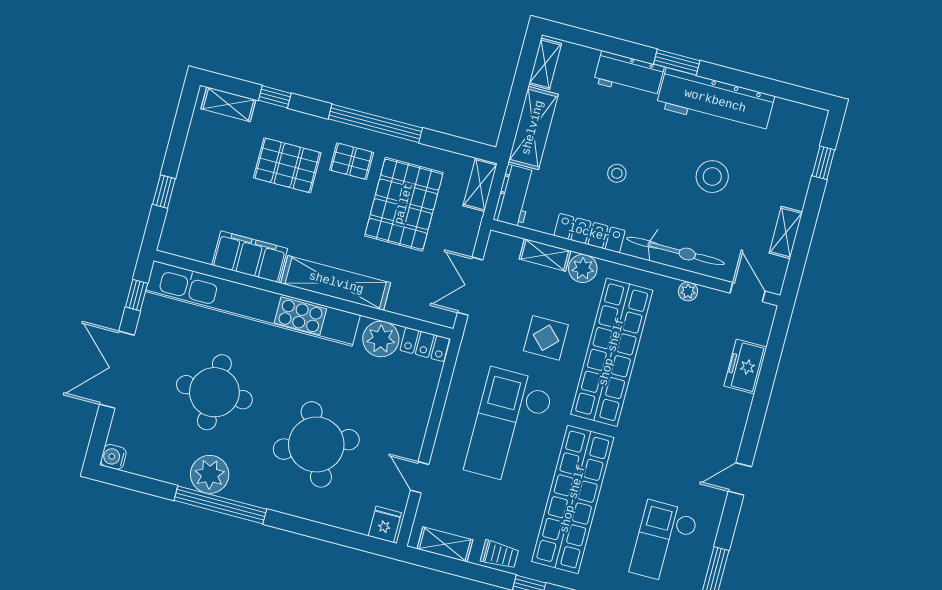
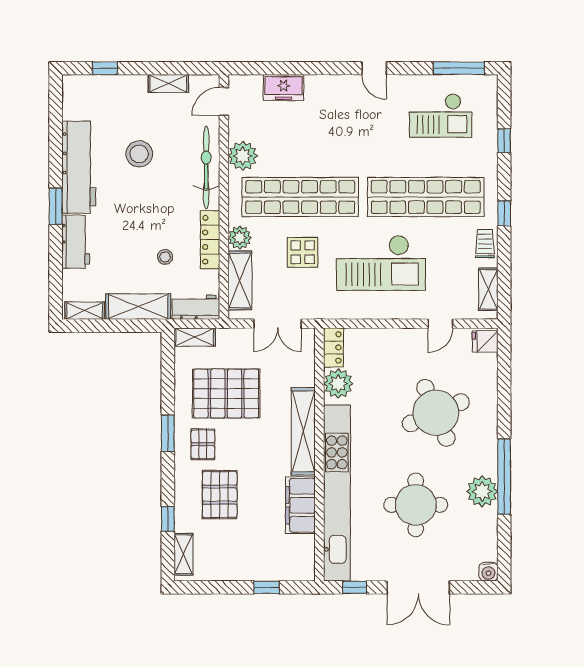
window: (375, 123) -> (168, 433), width x0.47
stool: (617, 173) -> (165, 257), moved
shelving: (545, 255) -> (240, 280), width x1.50, depth x1.33
plant: (688, 291) -> (243, 156), width x1.88, depth x1.88

